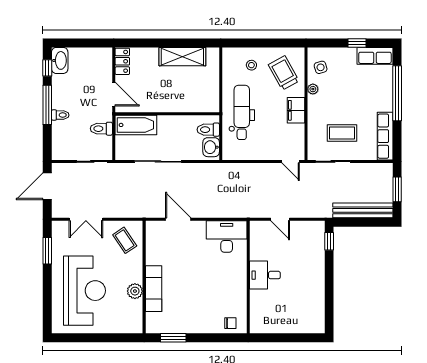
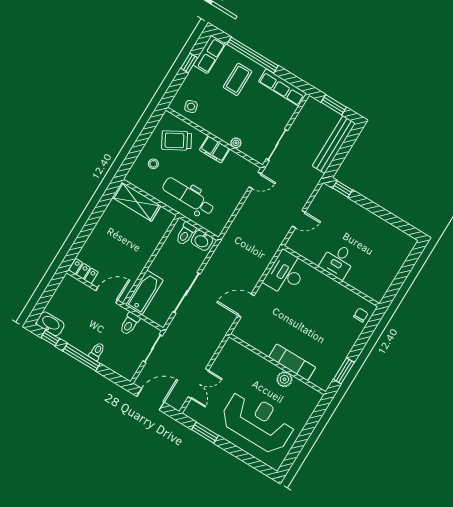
shelving: (182, 57) -> (136, 202), moved, turned 90
plant: (313, 89) -> (236, 143), moved
coffee table: (342, 133) -> (238, 79), moved
door: (47, 186) -> (150, 399), swing flipped
coffee table: (125, 240) -> (236, 362), removed

